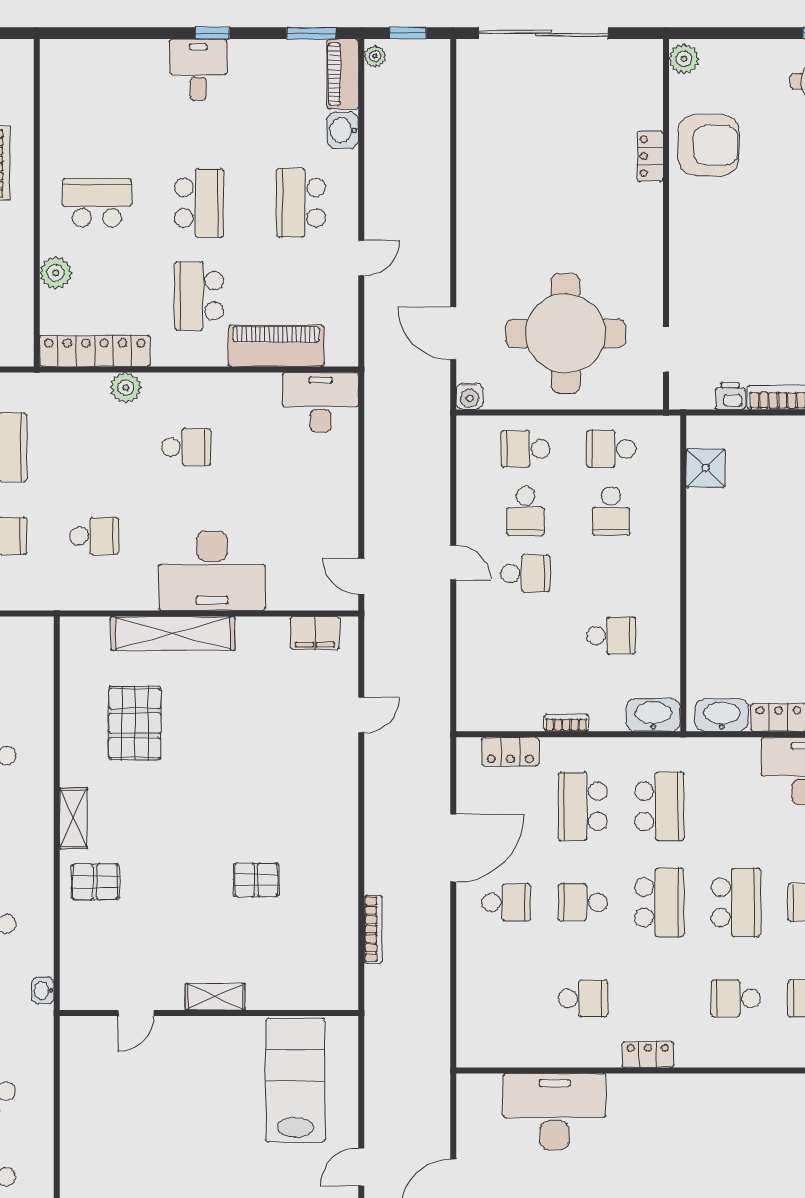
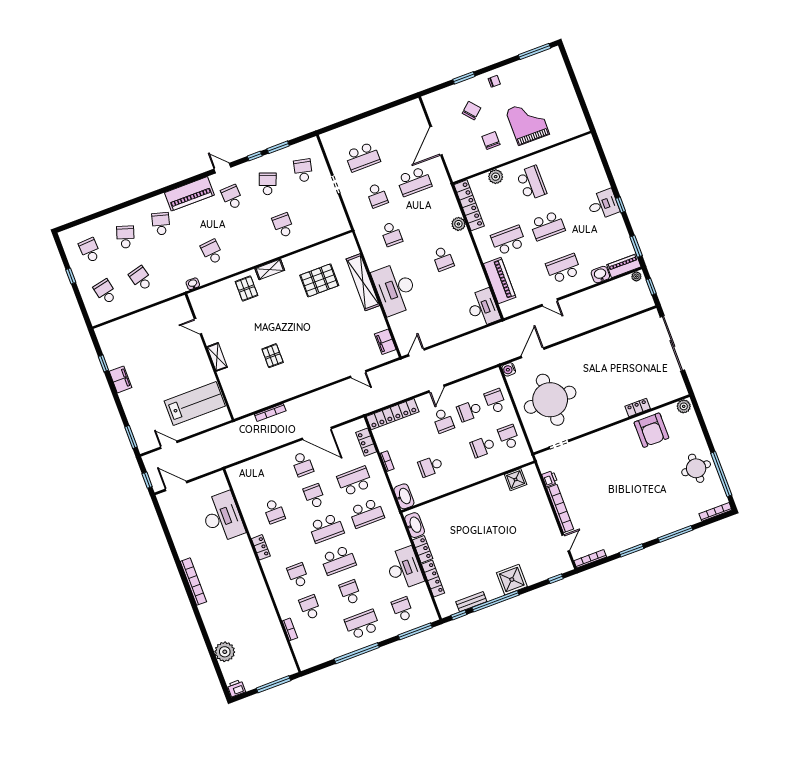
school desk: (611, 636) -> (431, 466), turned 90
locker: (472, 674) -> (393, 414), added

